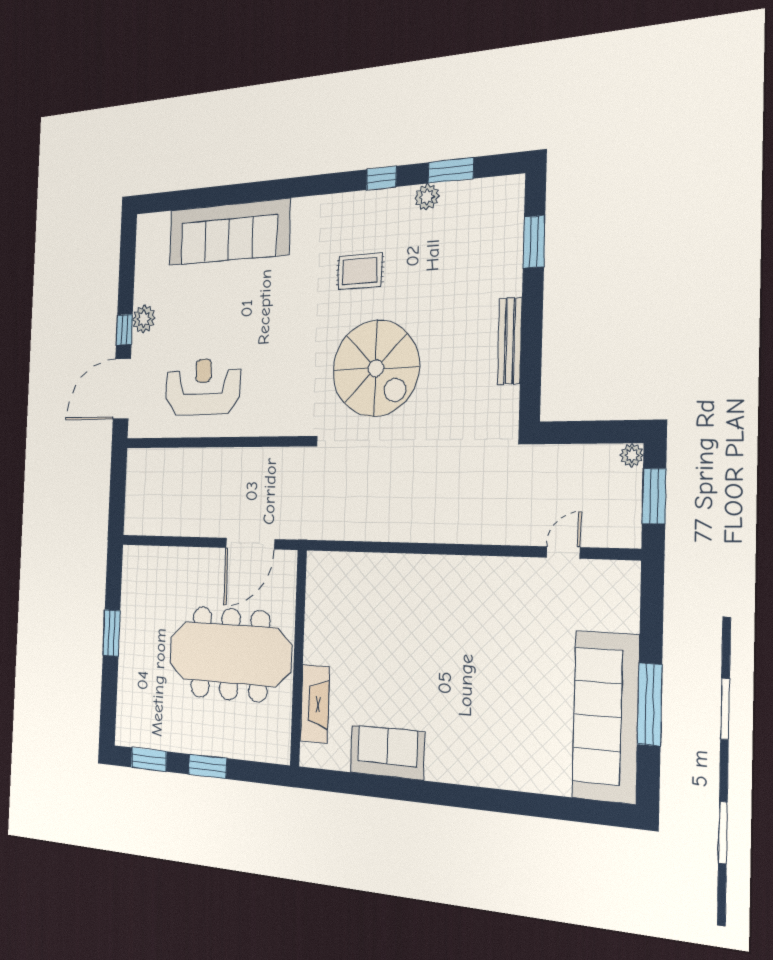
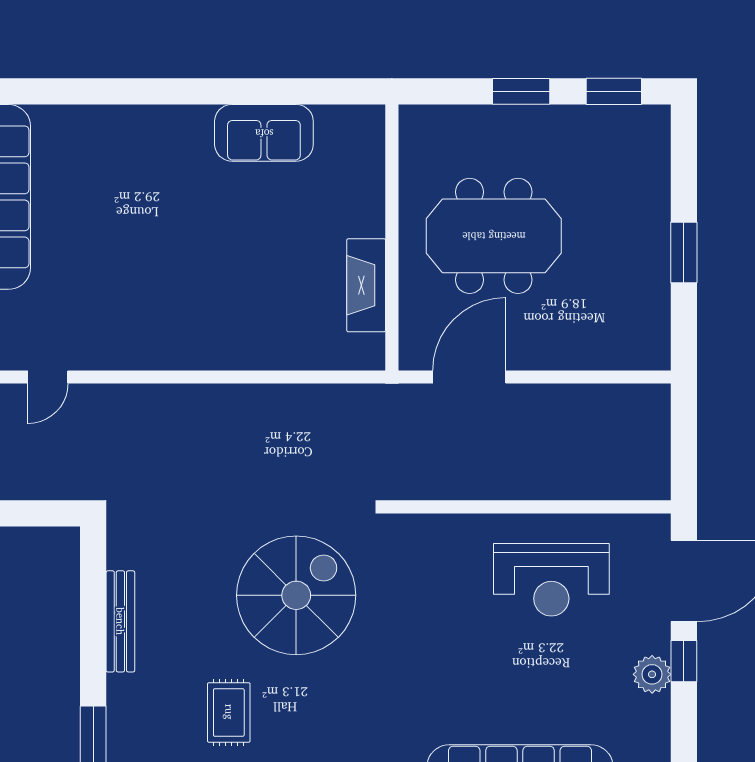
rug: (360, 271) -> (229, 712), moved, turned 90
spiral stairs: (376, 368) -> (296, 595), turned 90
meeting table: (230, 654) -> (494, 236), width x0.73
fireplace: (315, 704) -> (366, 285), moved

